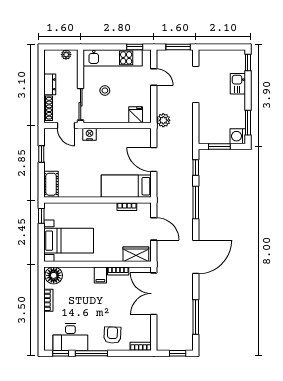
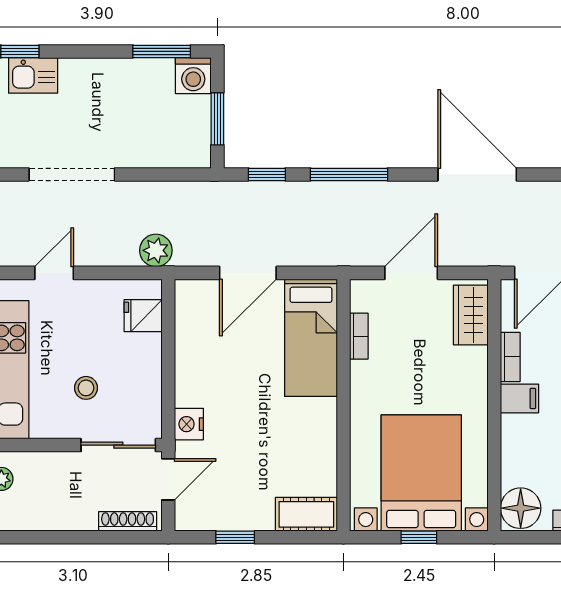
dresser: (50, 84) -> (71, 517), removed
kitchen sink: (238, 84) -> (33, 75), moved
window: (41, 216) -> (419, 537), moved
bed with nightstands: (69, 241) -> (421, 473), width x1.36

